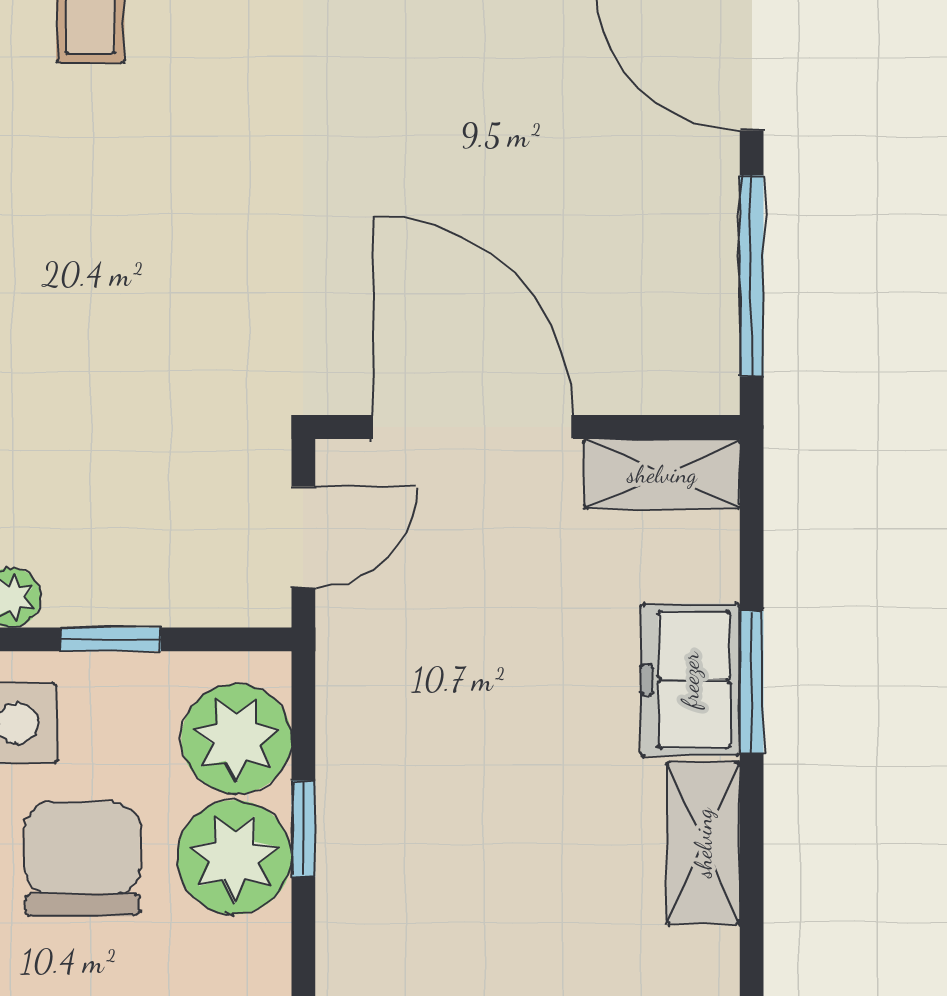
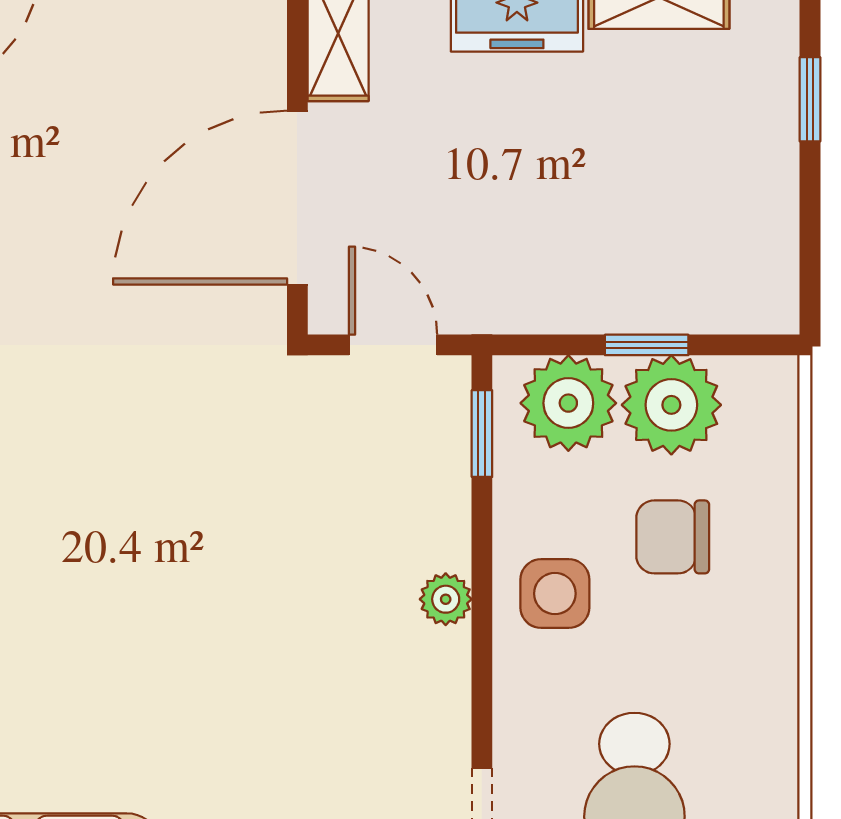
window: (111, 639) -> (482, 434), moved
chair: (82, 859) -> (673, 537), width x0.73, depth x0.73

